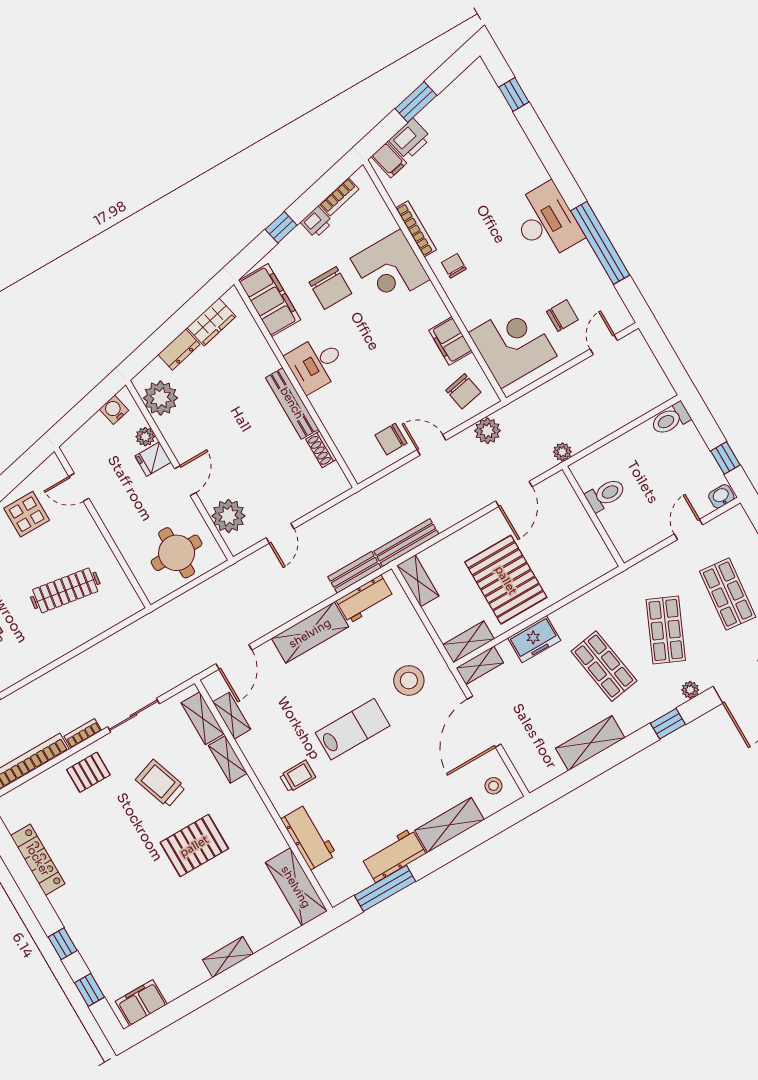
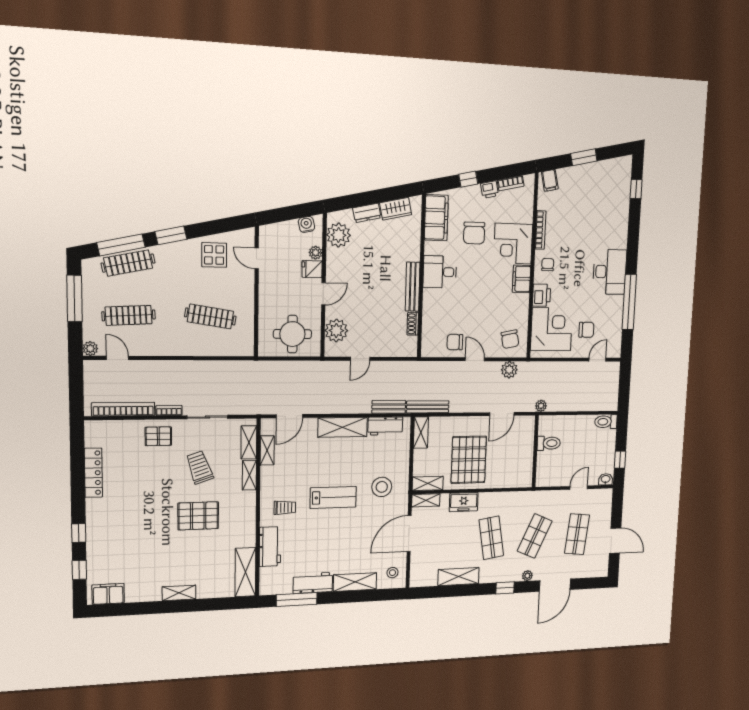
printer: (410, 139) -> (542, 295), moved, turned -77
filing cabinet: (451, 341) -> (522, 279), moved

